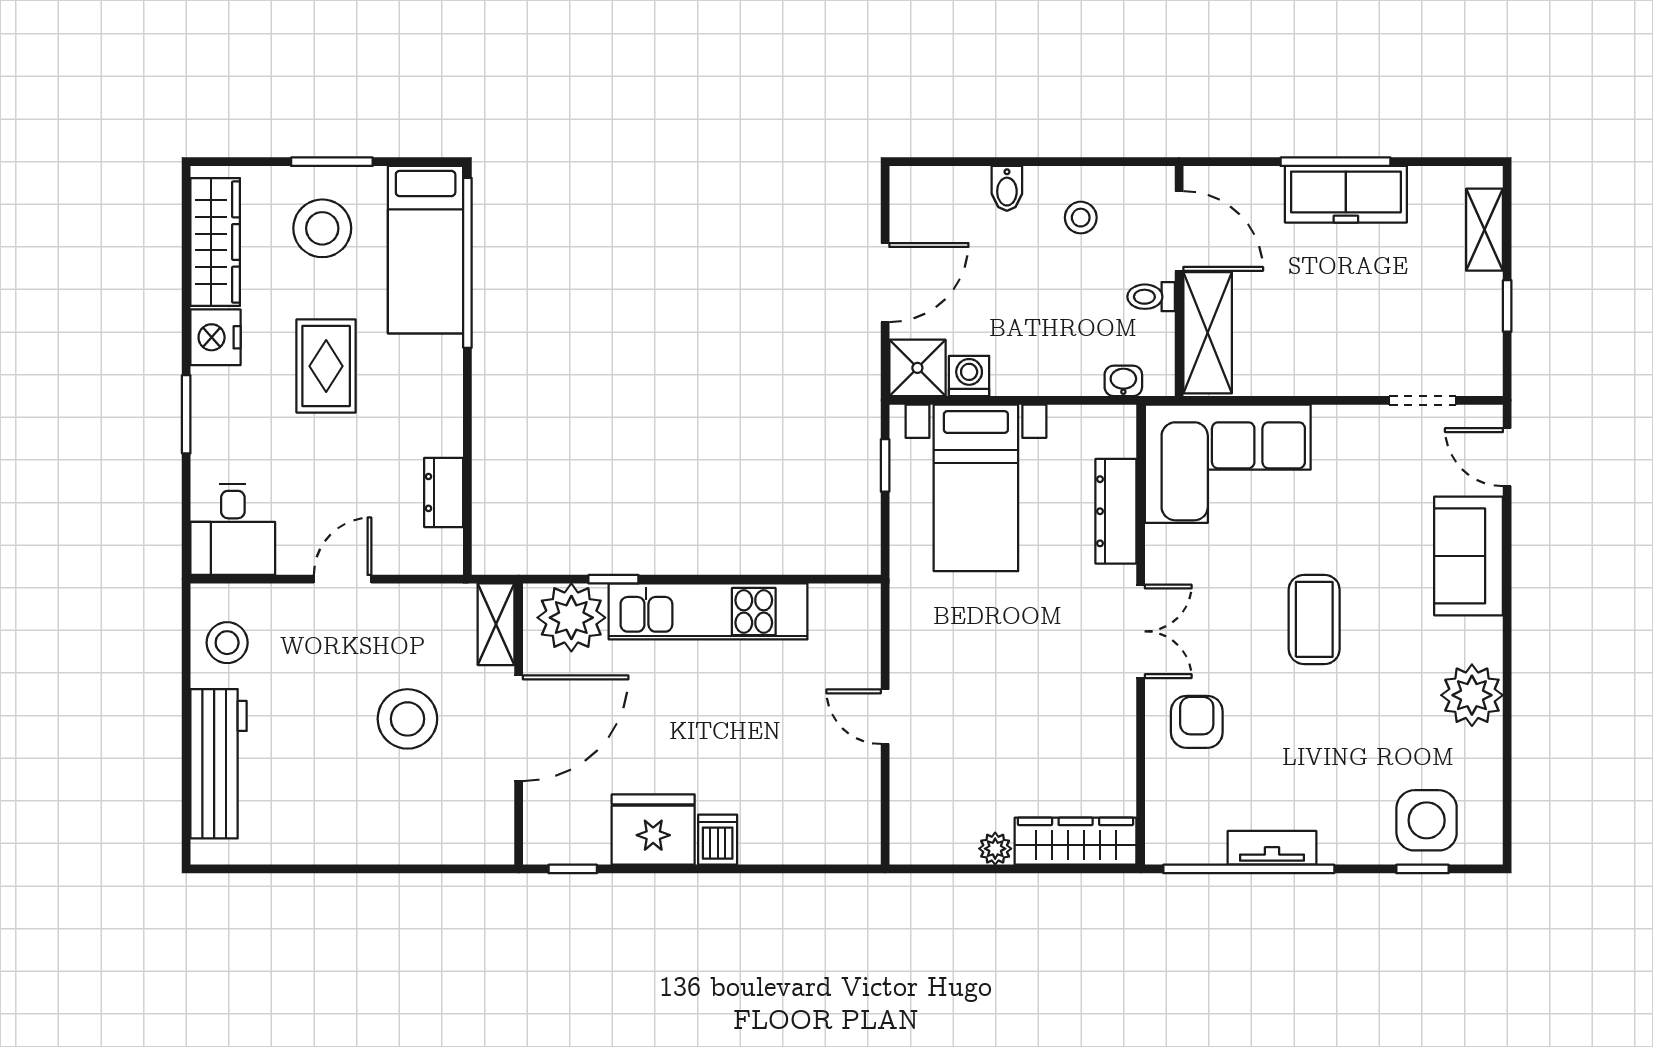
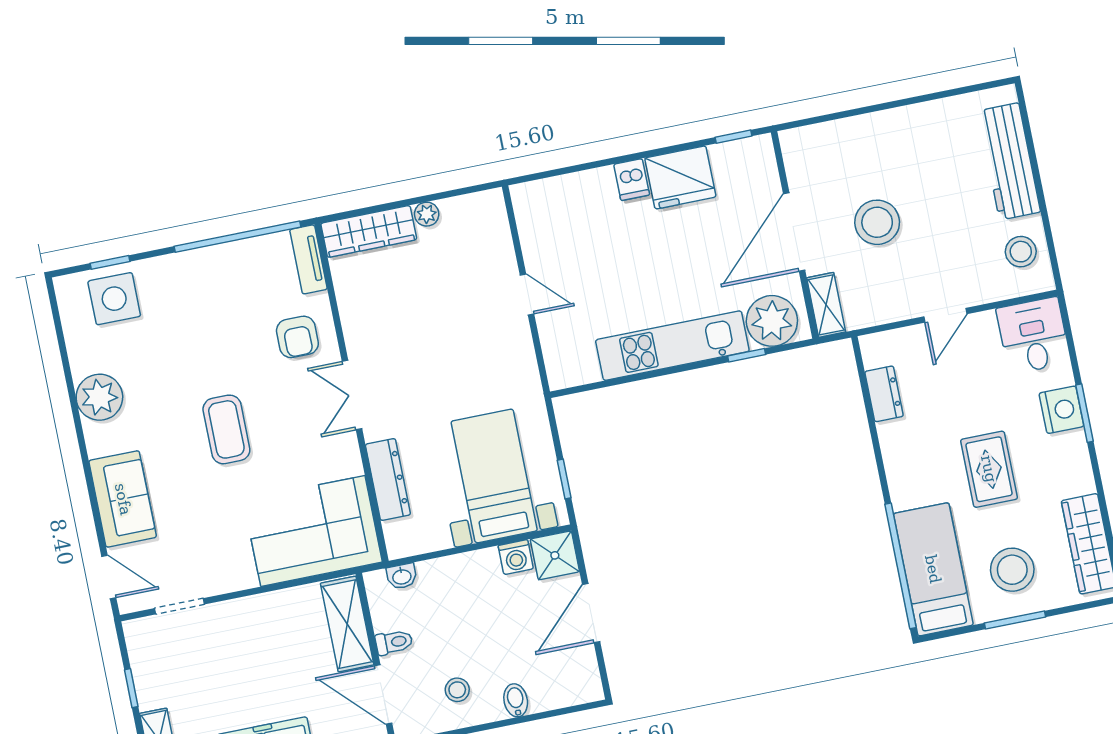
nightstand: (216, 337) -> (1061, 410), moved
tv unit: (1272, 848) -> (308, 259), moved, turned 90

